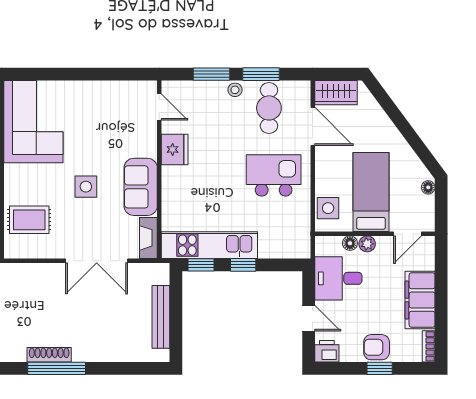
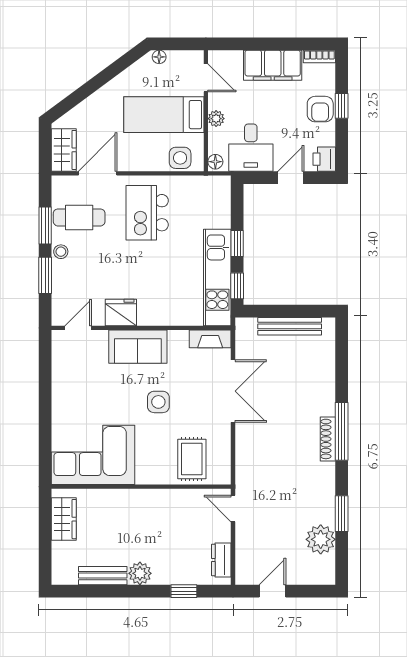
sofa: (141, 187) -> (138, 347), moved
floor lamp: (350, 243) -> (215, 162), moved

